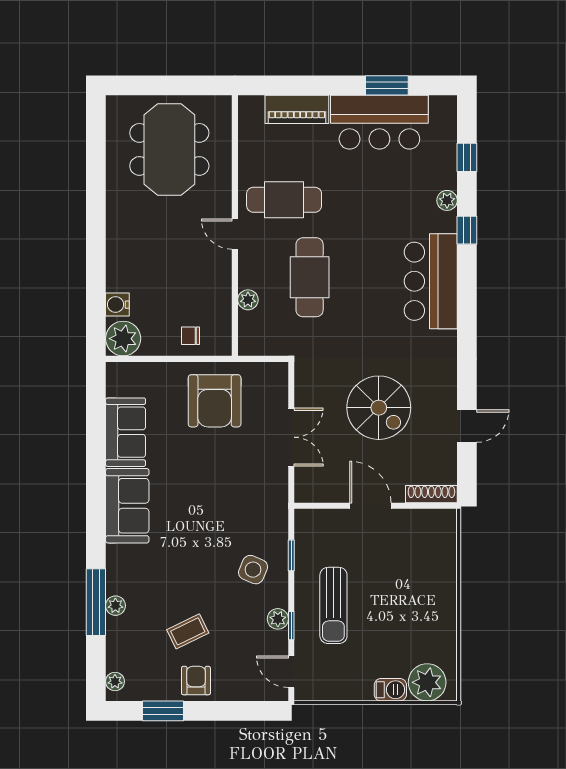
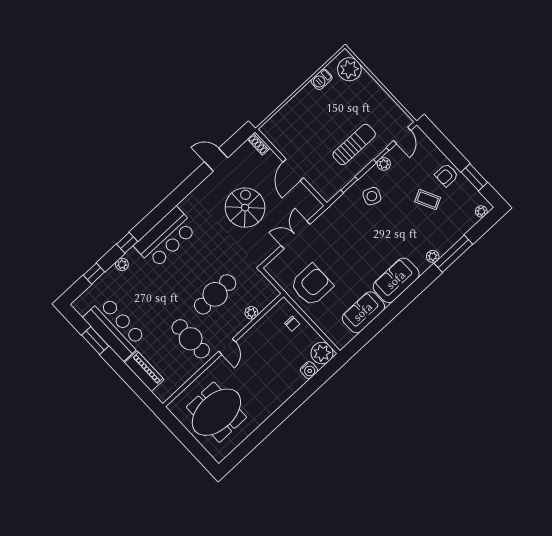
shoe rack: (431, 494) -> (259, 144), width x0.70
plant: (115, 606) -> (433, 256), moved
barbecue: (390, 690) -> (322, 79), moved, turned -90

